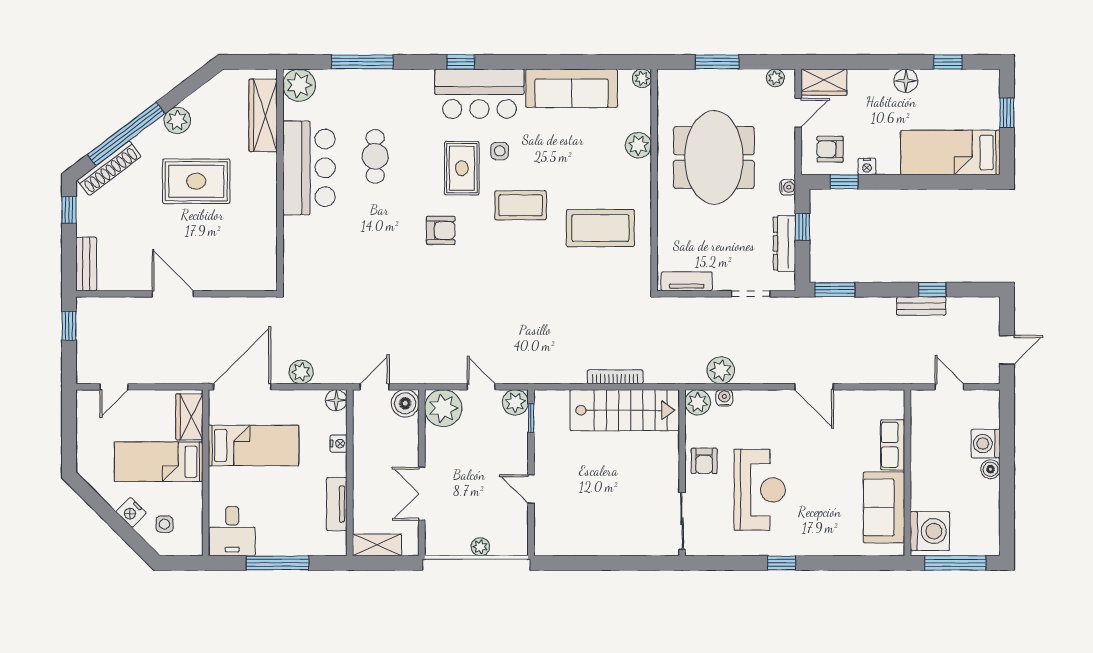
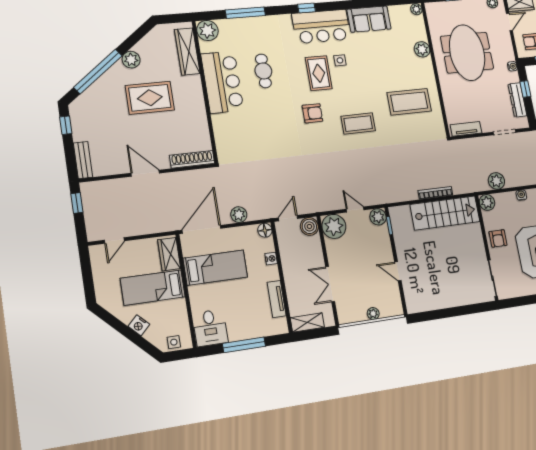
sofa: (572, 88) -> (369, 19), width x0.73
shoe rack: (109, 168) -> (192, 159), moved, turned -143
coffee table: (521, 205) -> (358, 124), moved
water cooler: (724, 398) -> (521, 195), moved
side table: (164, 524) -> (174, 342), moved

